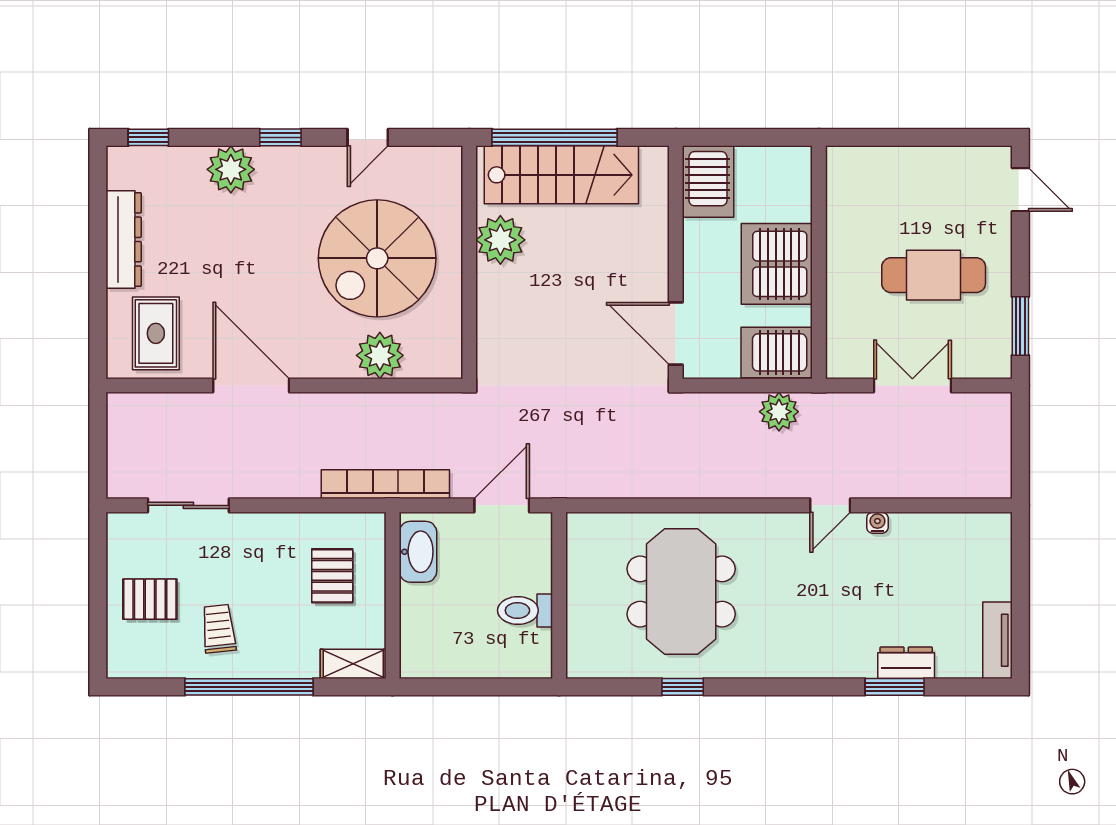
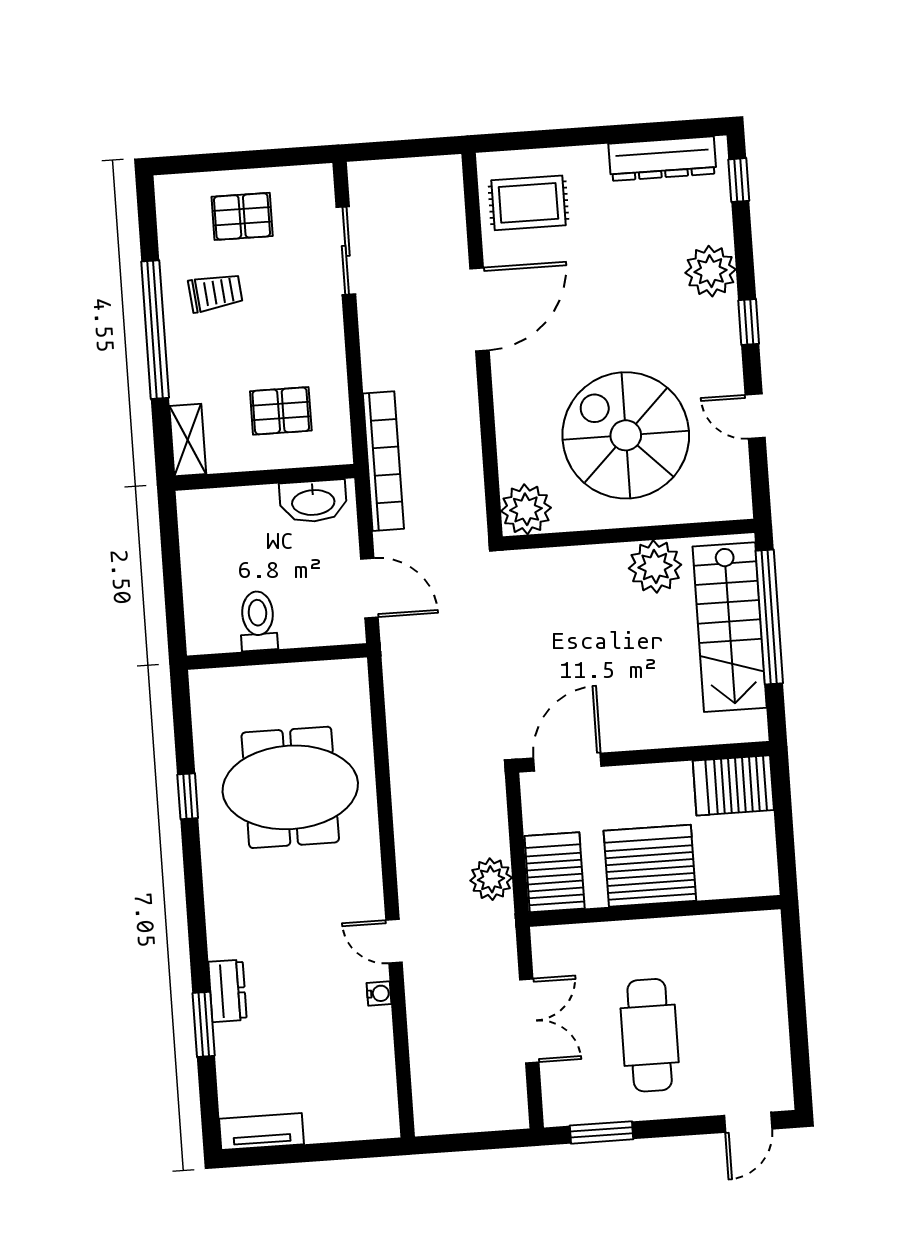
dresser: (124, 239) -> (662, 159), moved
plant: (380, 355) -> (526, 509), moved
pallet: (150, 599) -> (242, 216), turned 90
dresser: (906, 663) -> (227, 991), moved

